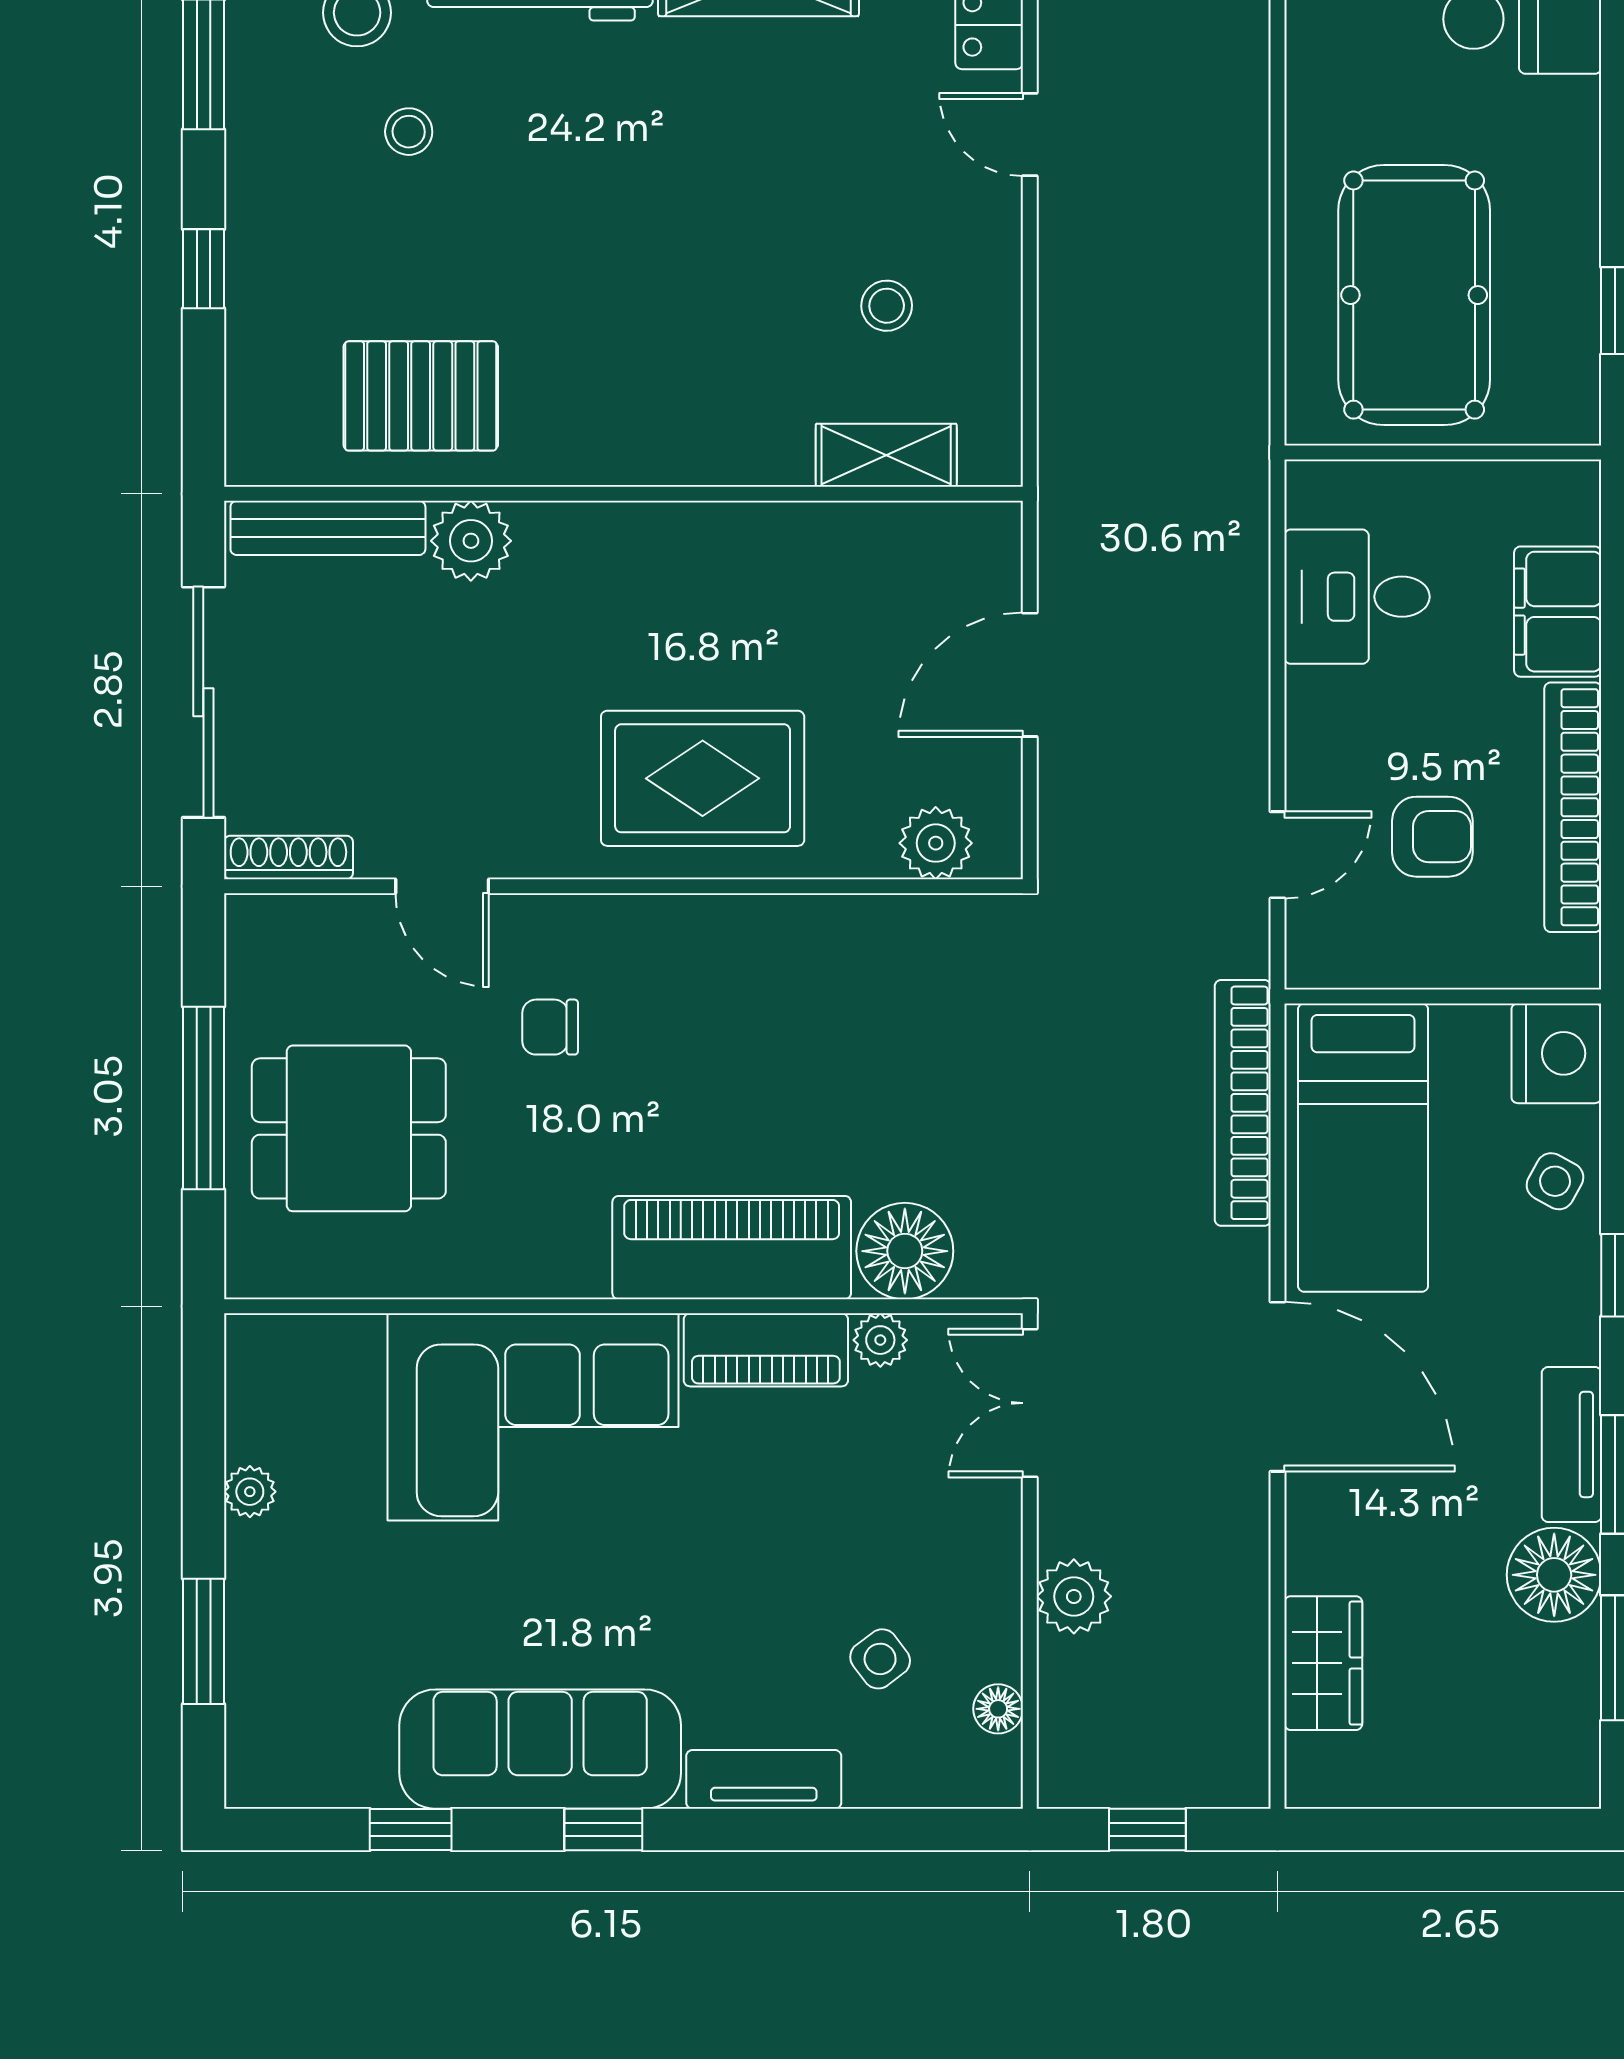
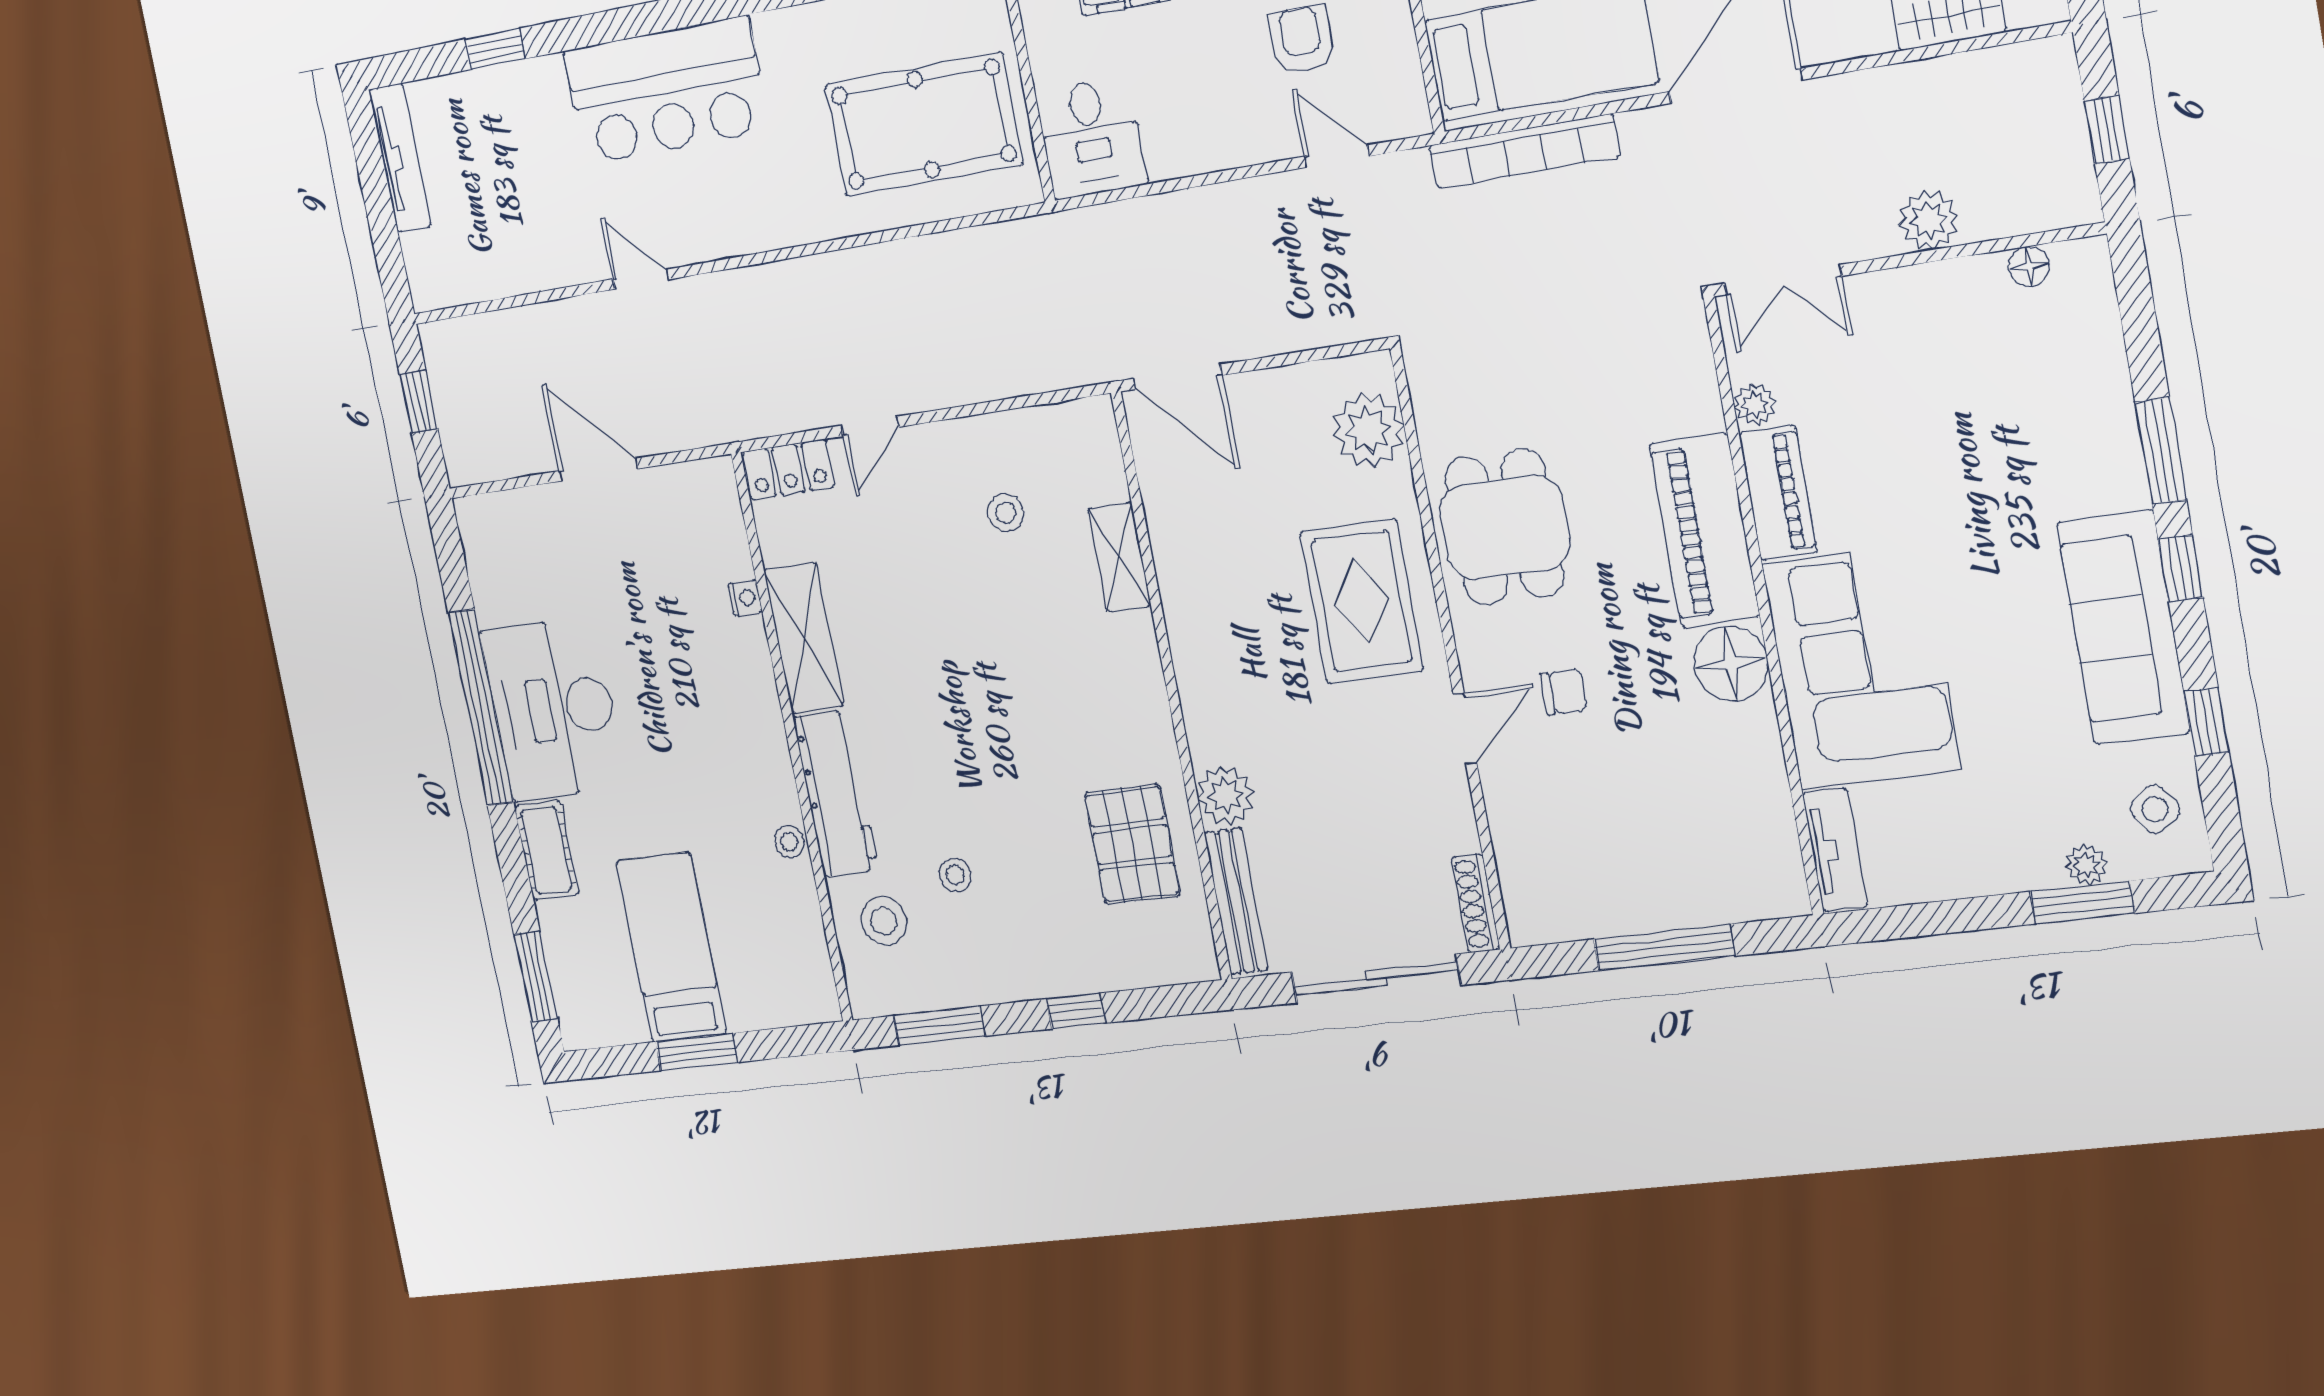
shelving: (886, 455) -> (1120, 557), moved
desk: (1357, 597) -> (1091, 138), moved
door: (1030, 675) -> (1177, 377), moved
plant: (936, 843) -> (1368, 430), width x1.36, depth x1.36
door: (442, 886) -> (1465, 729), moved
chair: (550, 1027) -> (1564, 692), turned -90
dining table: (349, 1128) -> (1504, 527), moved
floor lamp: (905, 1251) -> (1731, 664), moved
plant: (250, 1492) -> (2086, 865), moved
side table: (880, 1659) -> (2155, 809), moved
tv unit: (764, 1779) -> (1835, 850), moved, turned 180
window: (750, 1830) -> (2161, 451), added

